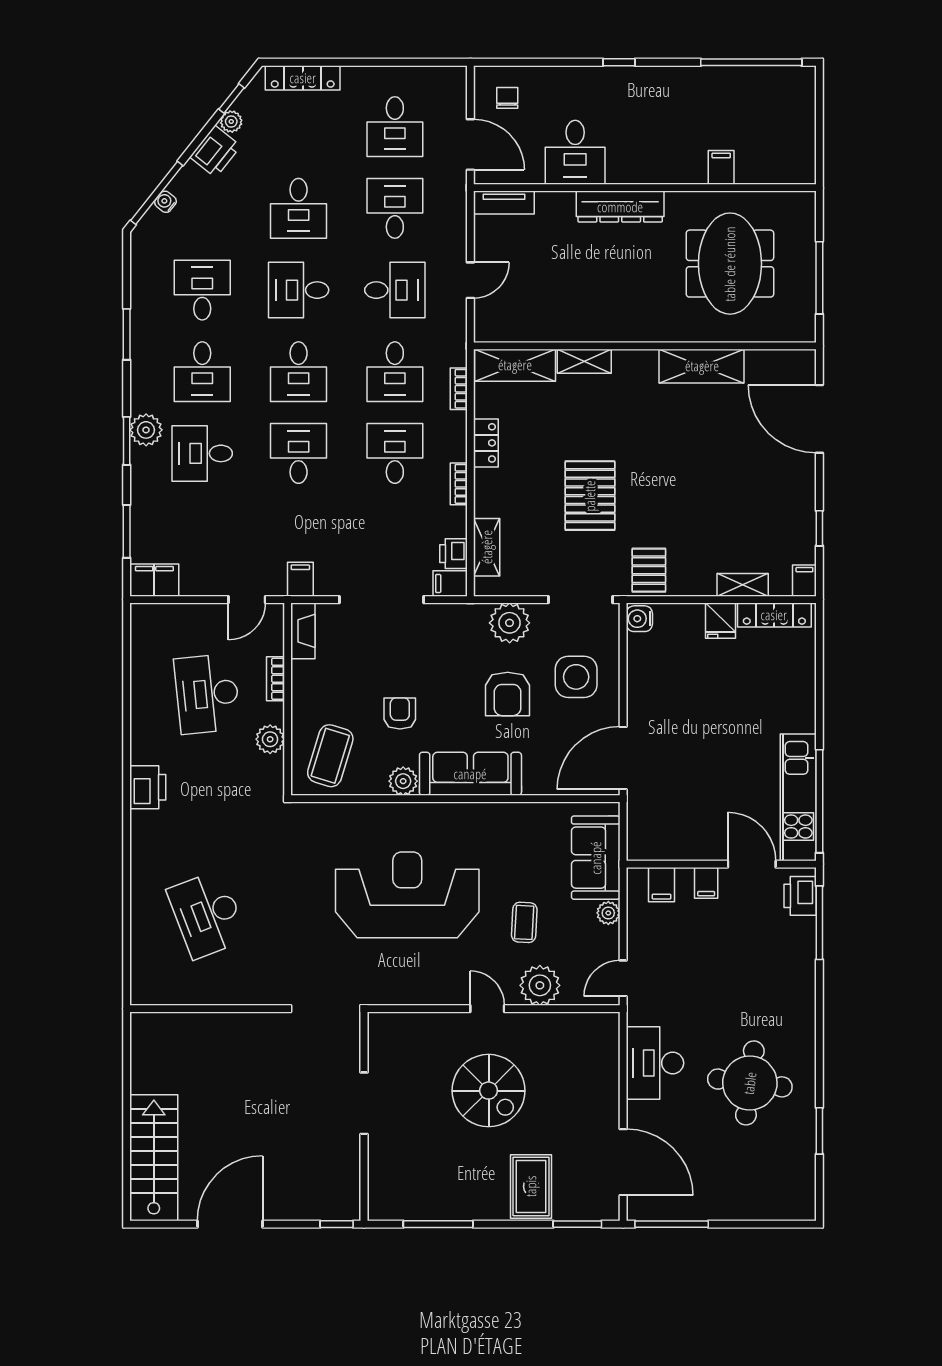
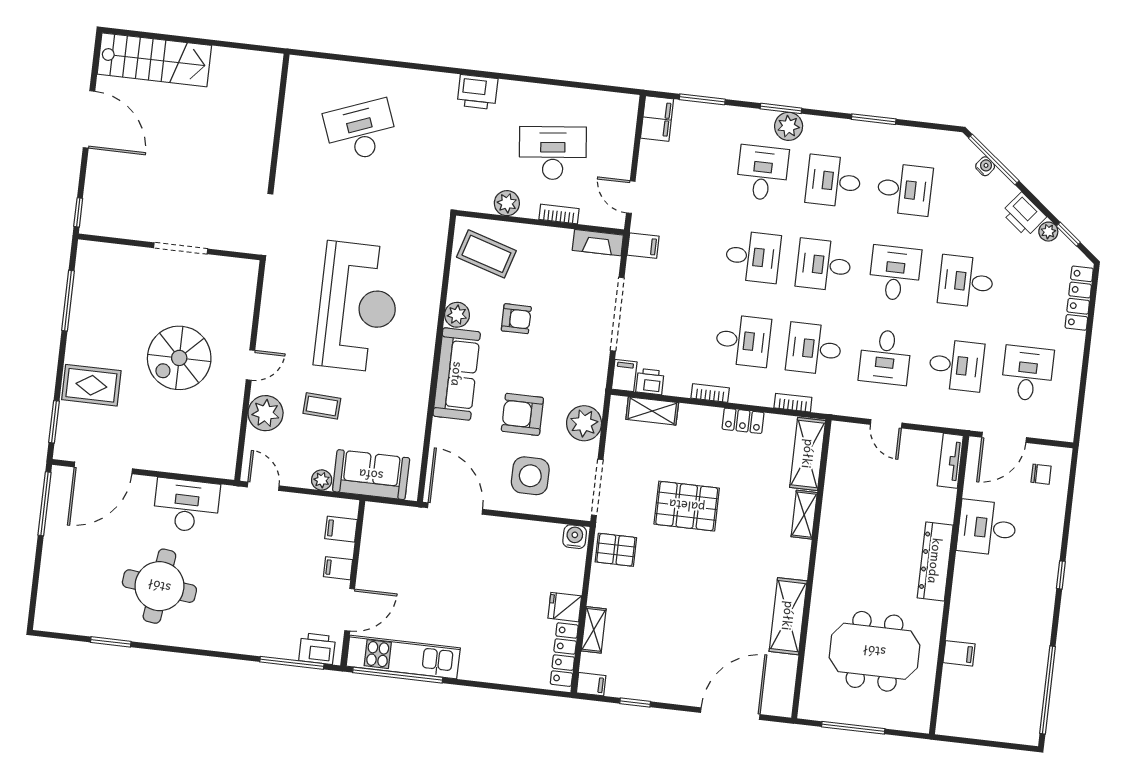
desk: (395, 127) -> (1027, 373), turned 90

